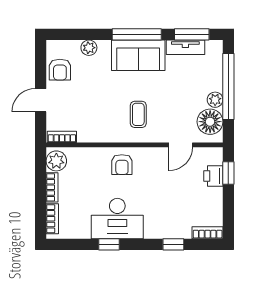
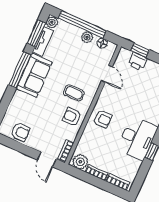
plant: (89, 48) -> (52, 22), moved
door: (41, 100) -> (47, 159), moved
floor lamp: (210, 122) -> (102, 43), width x0.53, depth x0.53
armchair: (108, 125) -> (72, 117), added

